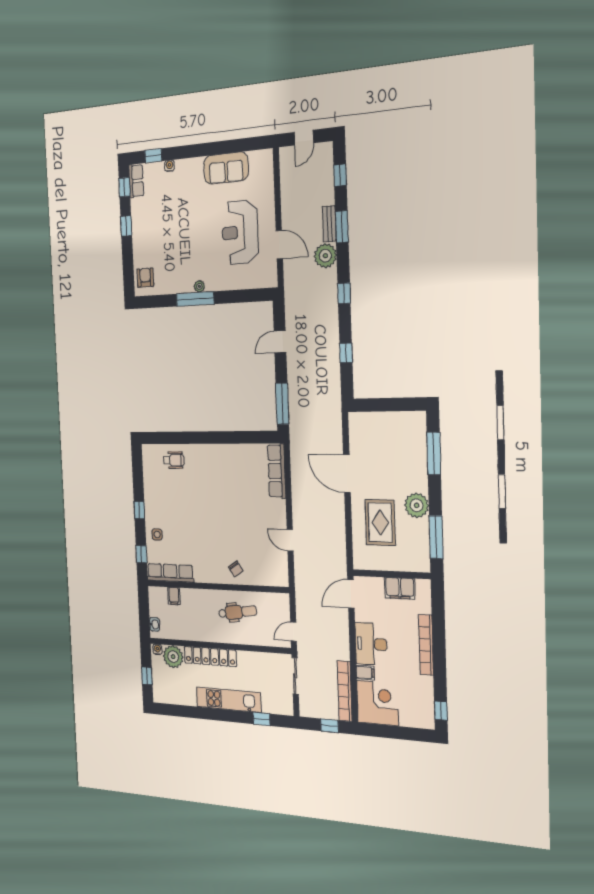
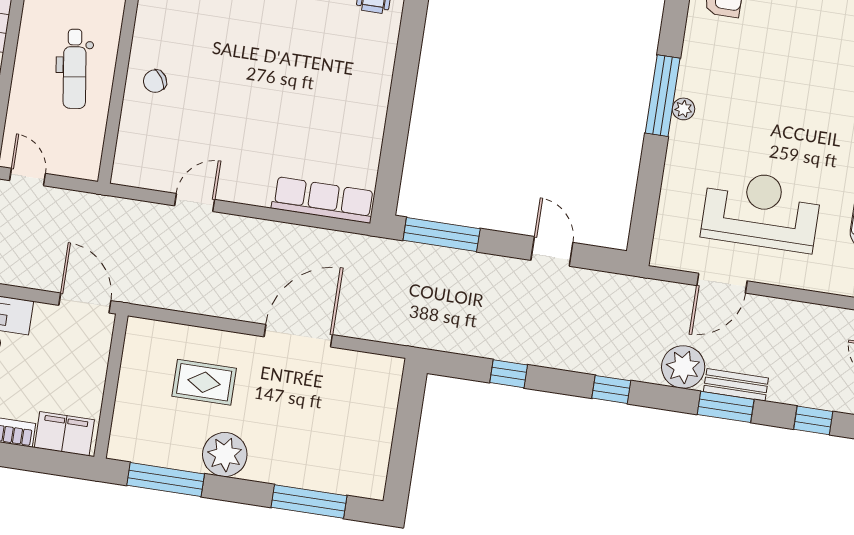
rug: (380, 522) -> (204, 382), width x0.73, depth x0.70
filing cabinet: (400, 588) -> (64, 434), moved, turned 90

